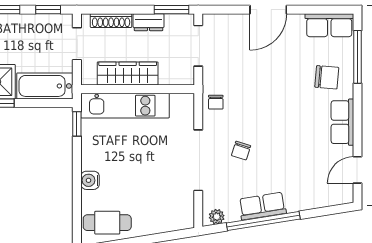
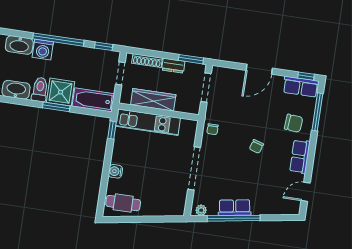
window: (334, 10) -> (306, 76), added
chair: (241, 151) -> (256, 146), moved

